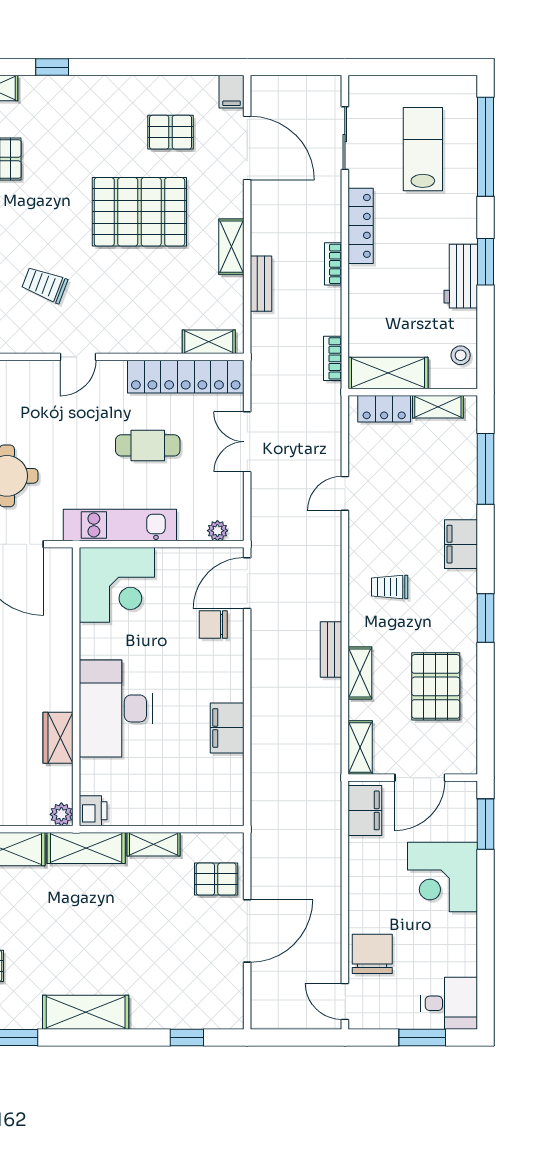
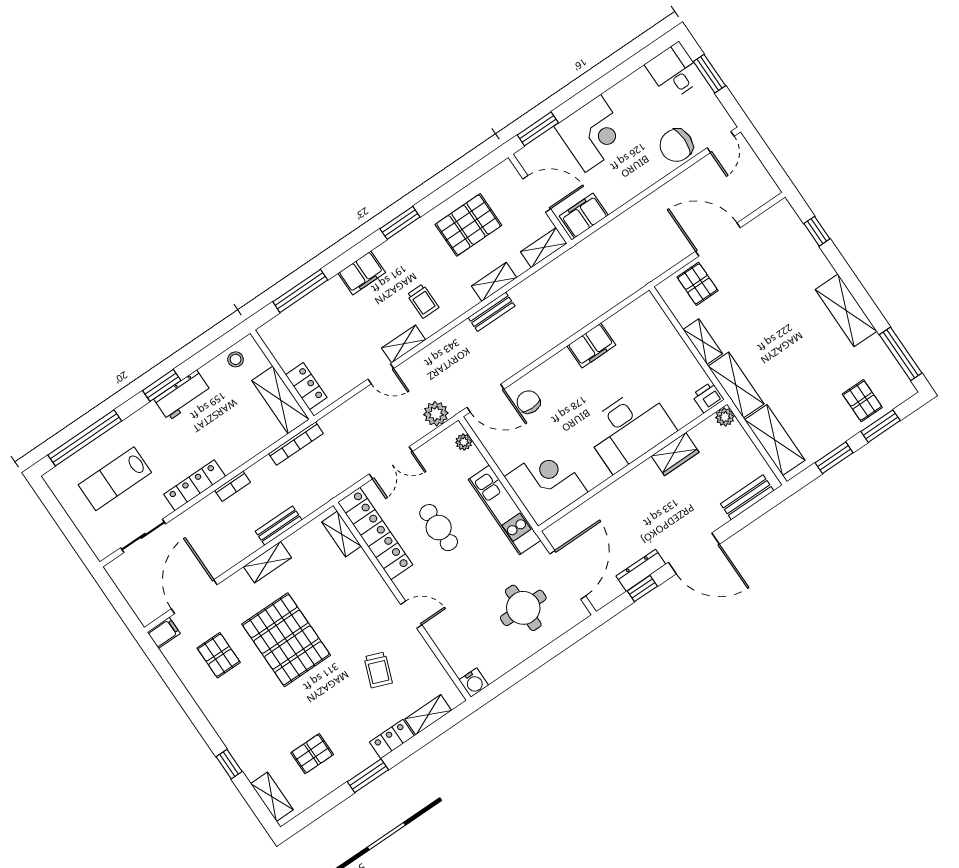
bookcase: (333, 358) -> (296, 444), width x1.56
shelving: (438, 407) -> (404, 344), moved, turned 90
plant: (266, 522) -> (436, 414), added
chair: (213, 624) -> (529, 402), turned 180

